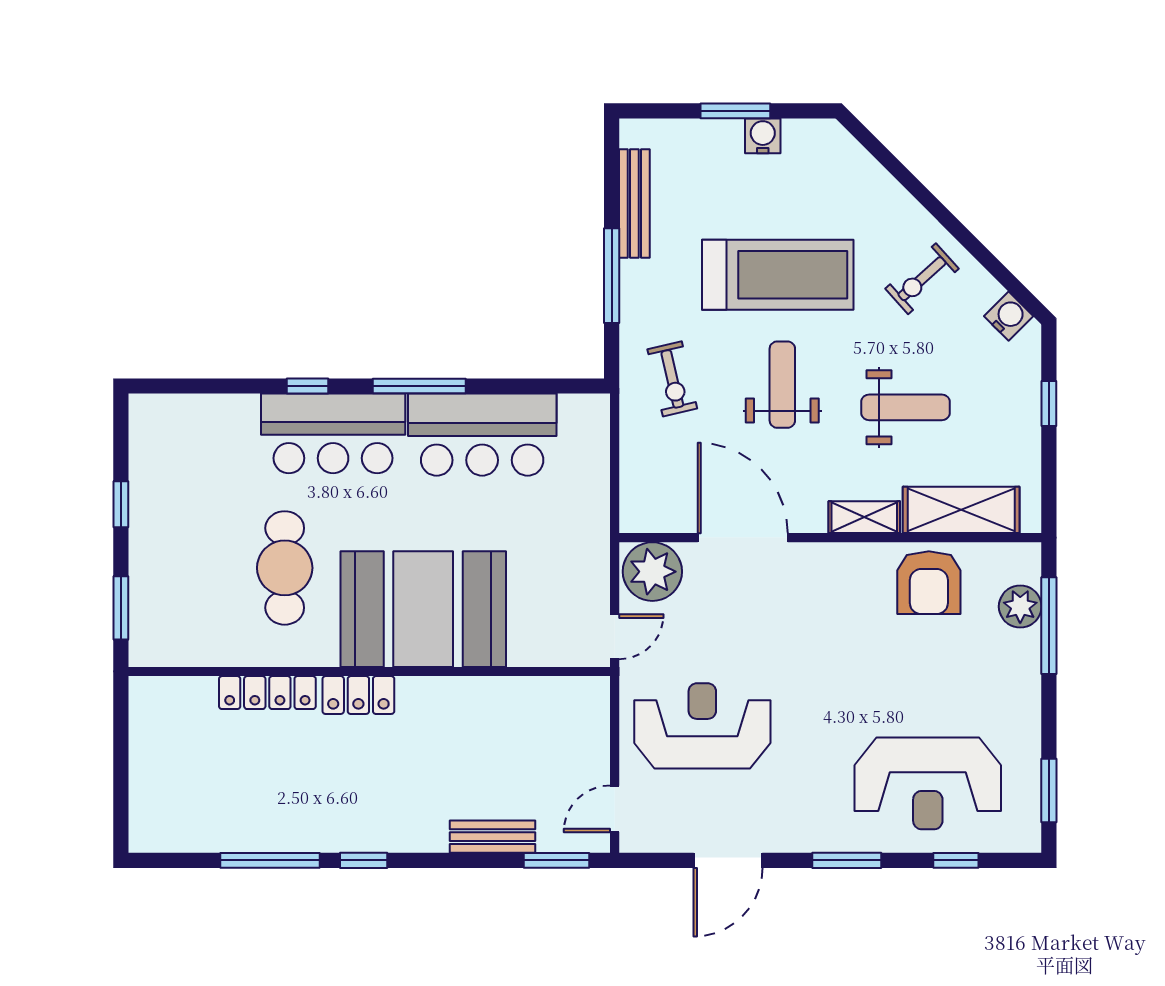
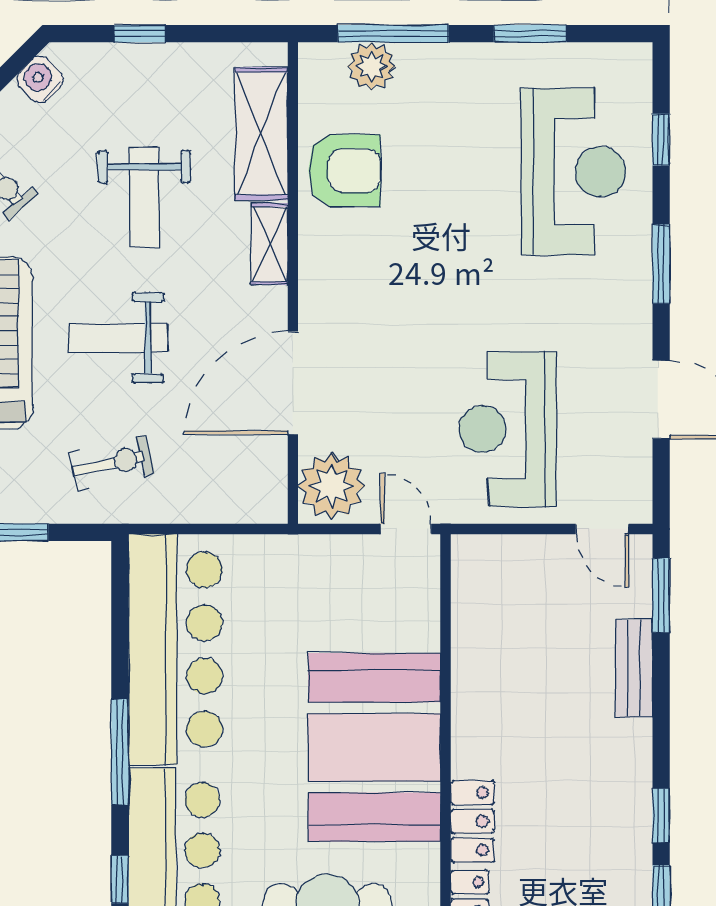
weight bench: (905, 407) -> (144, 197), turned 180
bar counter: (482, 435) -> (175, 649), width x1.36
window: (1049, 790) -> (530, 34), moved

